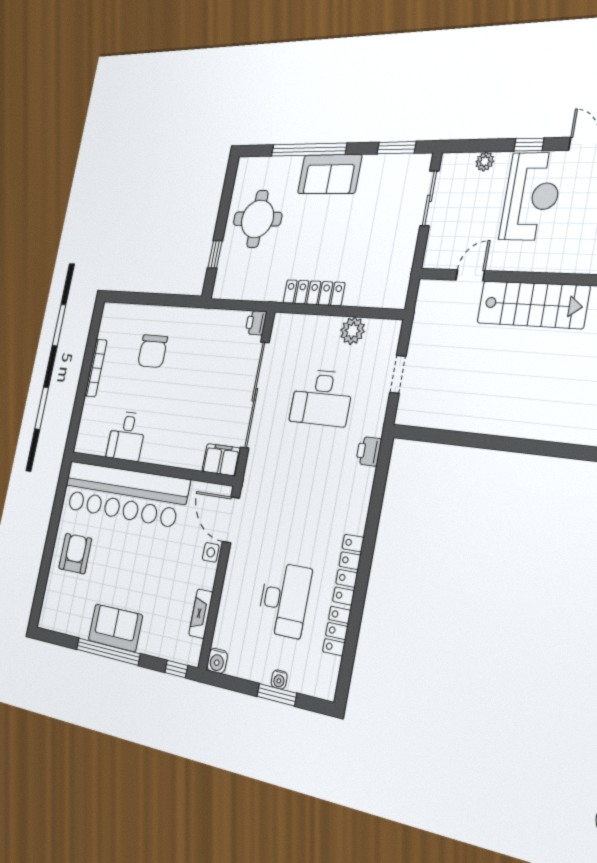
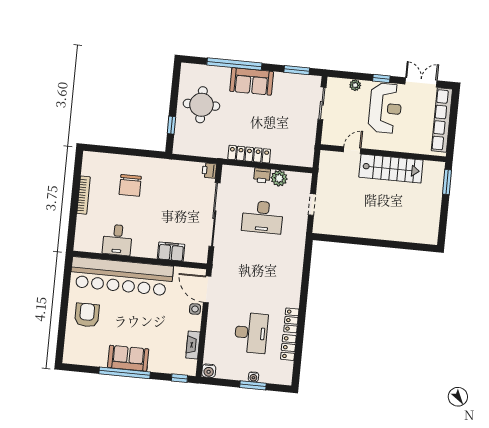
printer: (369, 451) -> (262, 175), moved, turned -90
filing cabinet: (221, 460) -> (171, 252), moved
locker: (348, 569) -> (291, 320), width x0.66

